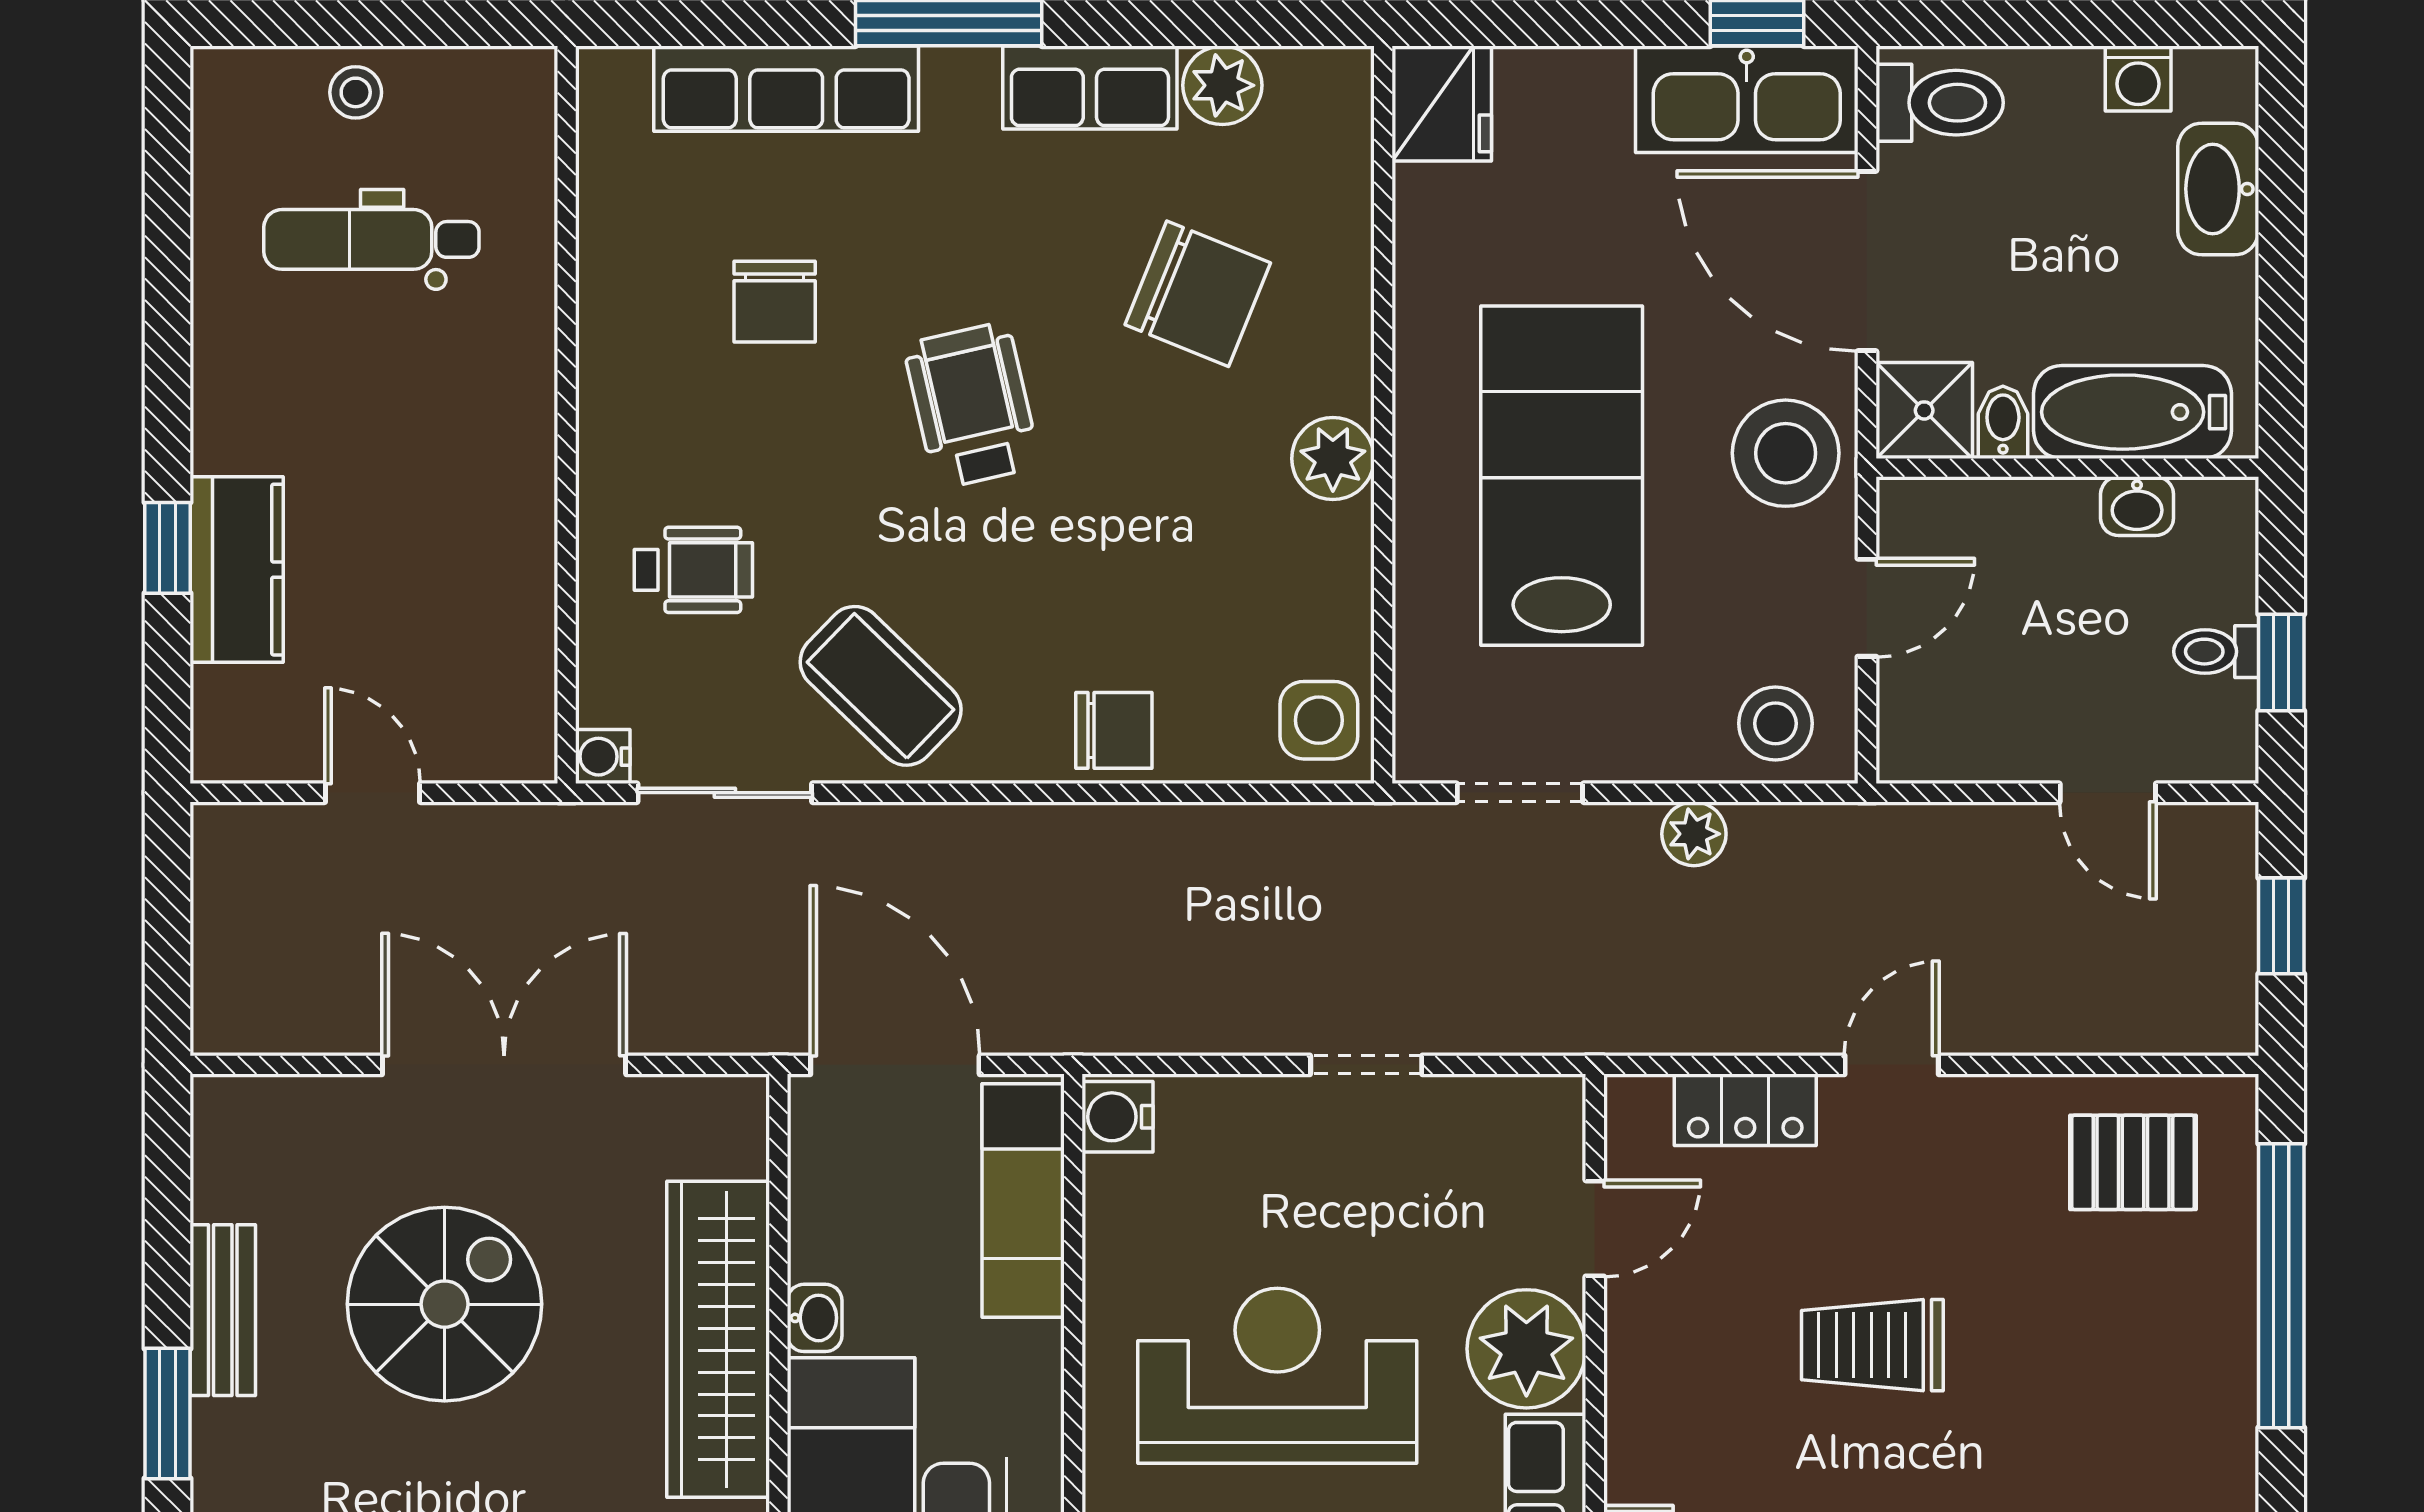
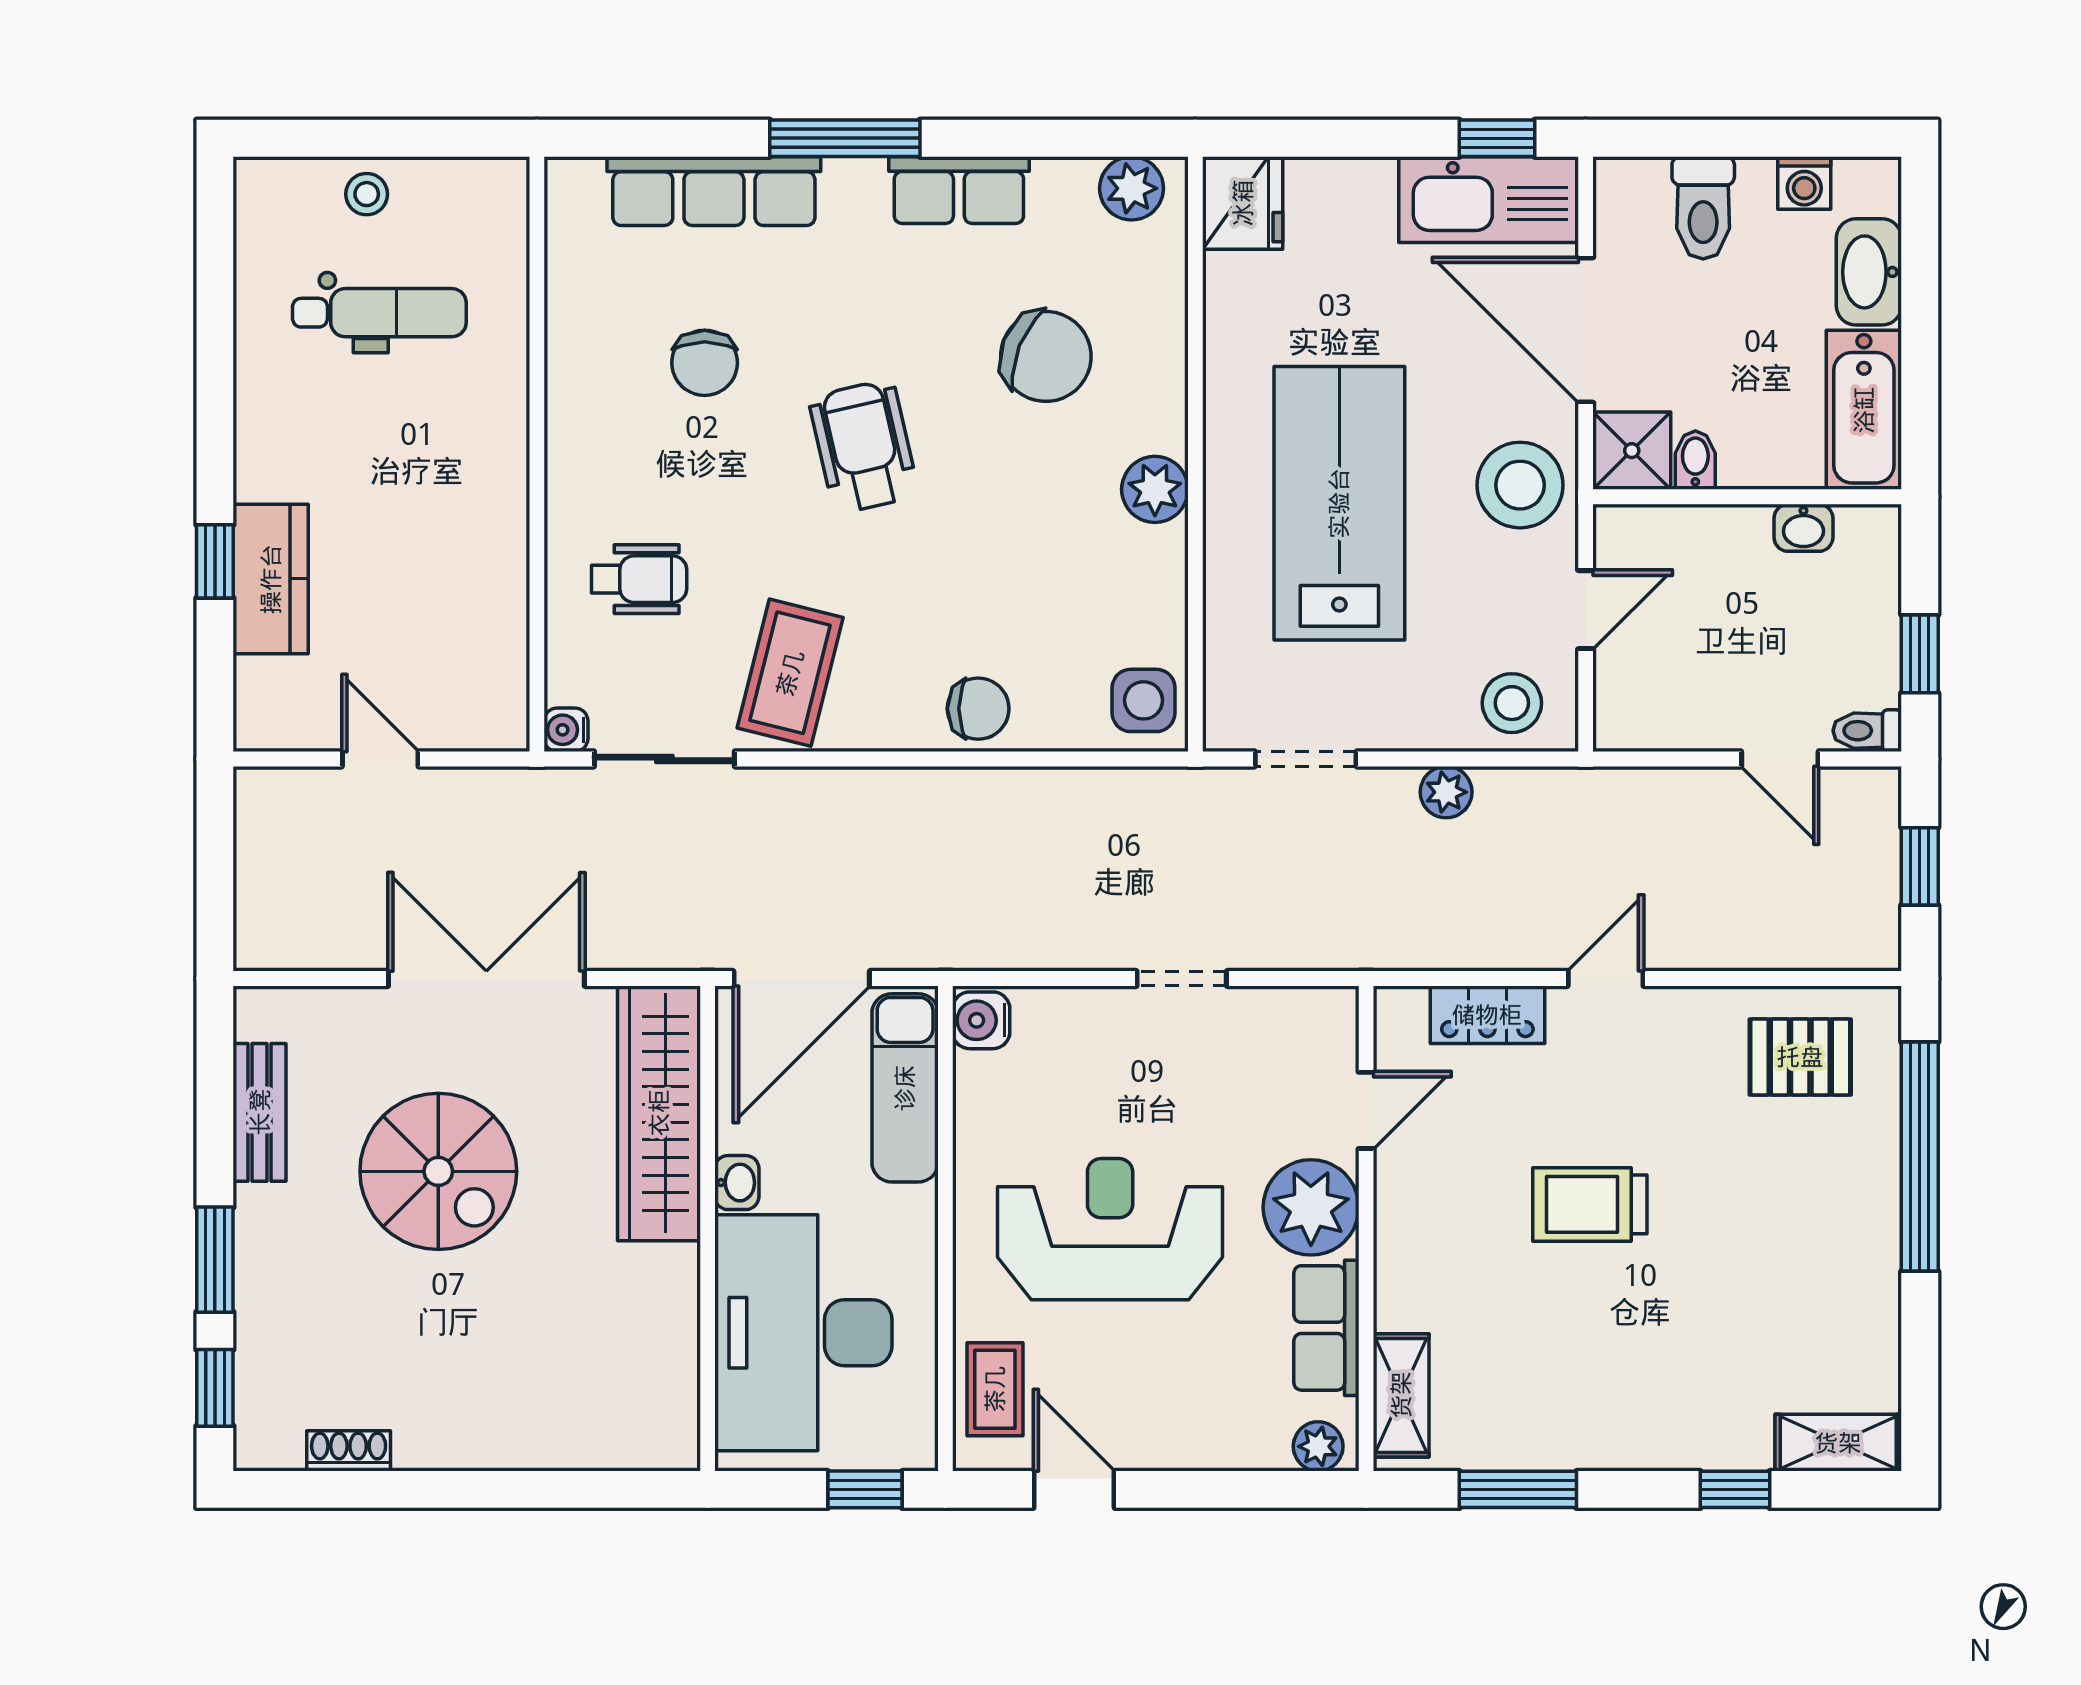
plant: (1222, 85) -> (1132, 188), moved
toilet: (1940, 103) -> (1703, 208), moved, turned 90
dental chair: (371, 239) -> (379, 313), turned 180
bathtub: (2132, 412) -> (1864, 410), moved, turned -90
toilet: (2216, 652) -> (1867, 731), moved
coffee table: (881, 686) -> (790, 673), turned 60
door: (895, 1065) -> (802, 978), swing flipped
spiral stairs: (445, 1304) -> (438, 1171), turned 90
bench: (223, 1310) -> (260, 1112), moved
wardrobe: (718, 1339) -> (659, 1113), moved

